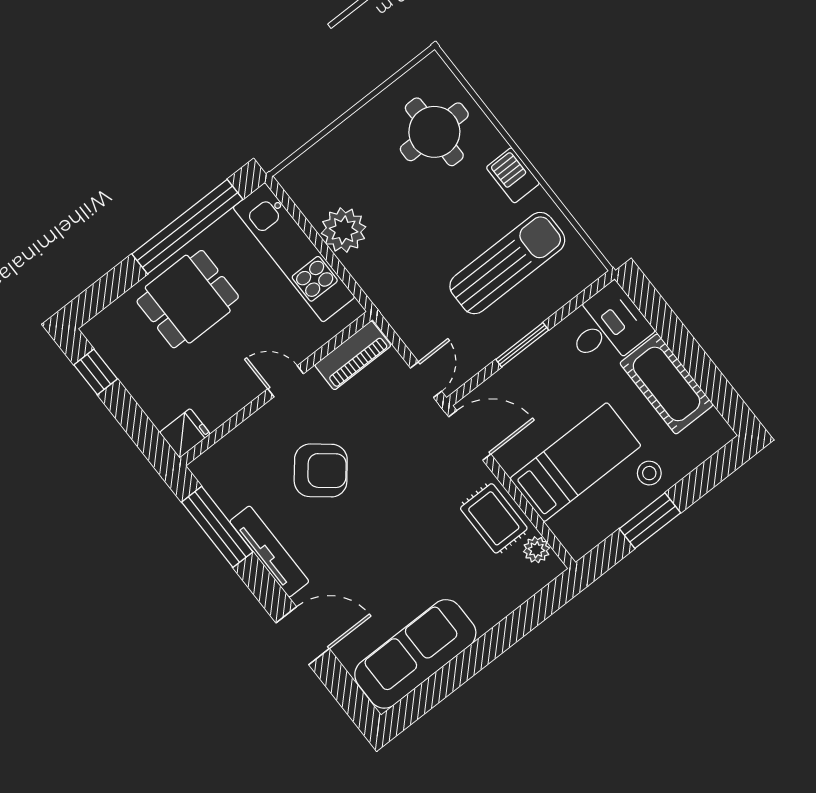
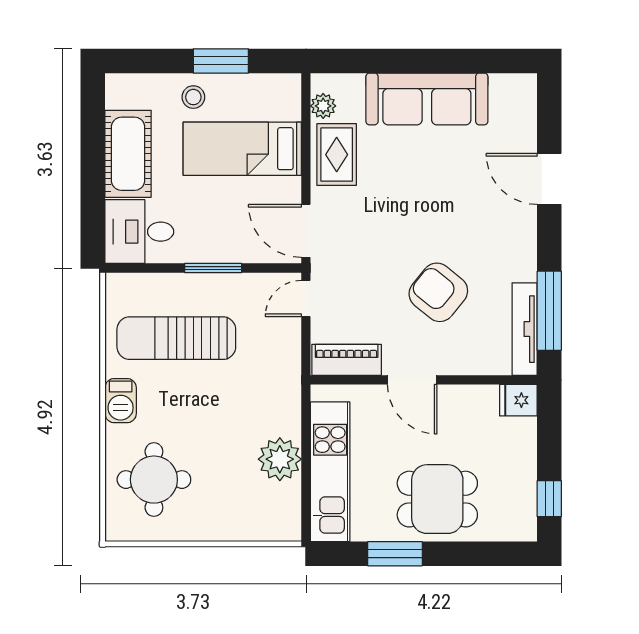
window: (187, 227) -> (395, 554), width x0.47
door: (286, 381) -> (412, 380), width x1.38
tv unit: (269, 552) -> (525, 329), moved
sofa: (415, 654) -> (427, 99), moved

